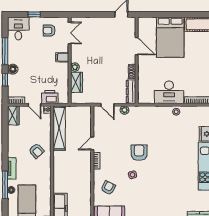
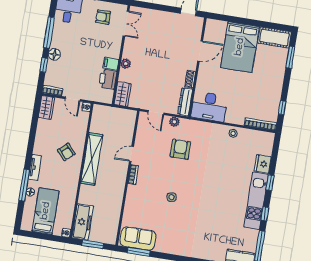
door: (137, 46) -> (200, 51), hinge flipped
filing cabinet: (62, 57) -> (111, 64), moved
wardrobe: (76, 82) -> (123, 94), moved
desk: (169, 92) -> (209, 107), moved
printer: (50, 97) -> (108, 79), moved, turned -90
shelving: (59, 128) -> (92, 159), moved
armchair: (139, 153) -> (180, 149), moved
armchair: (108, 188) -> (141, 207), removed

